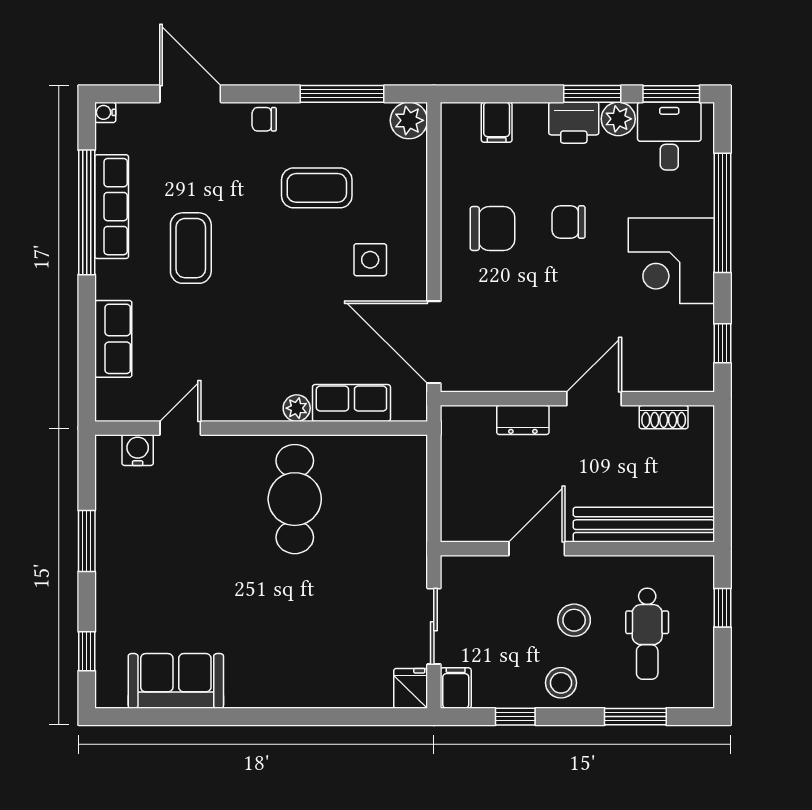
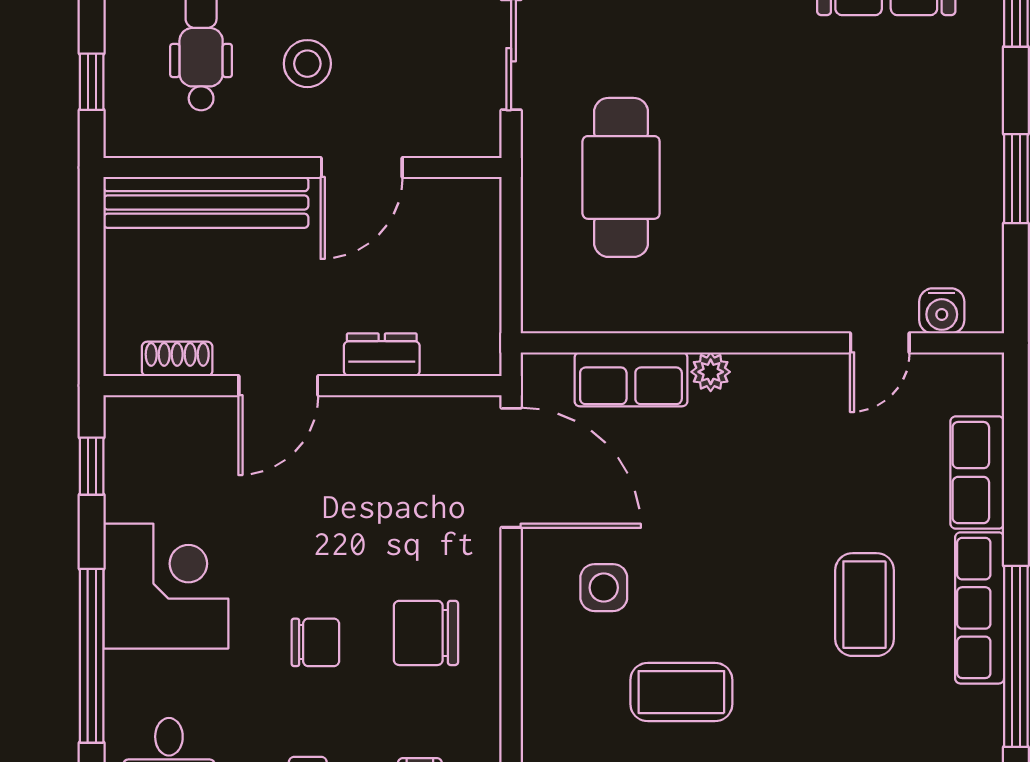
row of seats: (112, 207) -> (980, 608), moved
cafe table: (295, 499) -> (621, 177), moved

